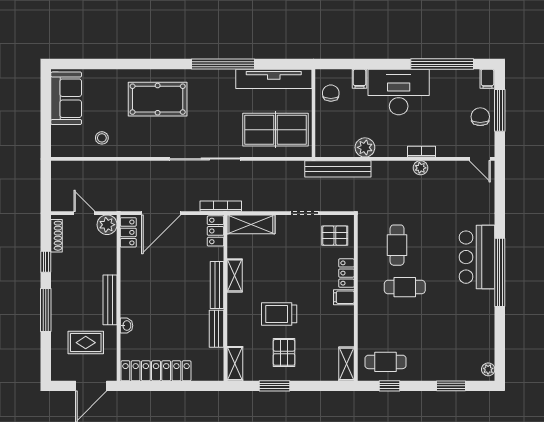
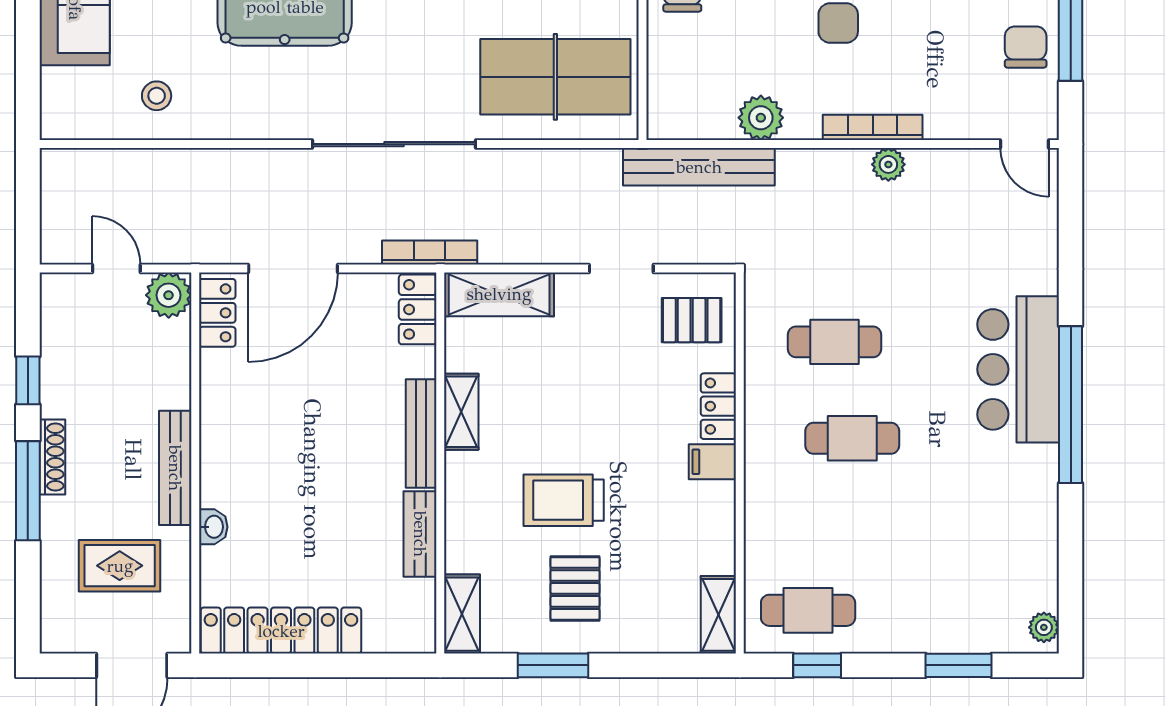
bookcase: (421, 152) -> (873, 127), width x1.56
shoe rack: (56, 236) -> (52, 457), moved
cafe table: (397, 245) -> (835, 342), turned 90

